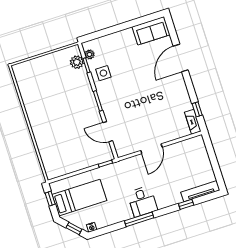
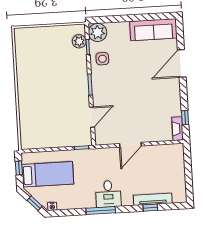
sofa: (151, 31) -> (153, 30), width x1.36
plant: (90, 54) -> (98, 32), width x1.87, depth x1.87
door: (108, 132) -> (92, 117), swing flipped
tv unit: (200, 191) -> (153, 199), moved

